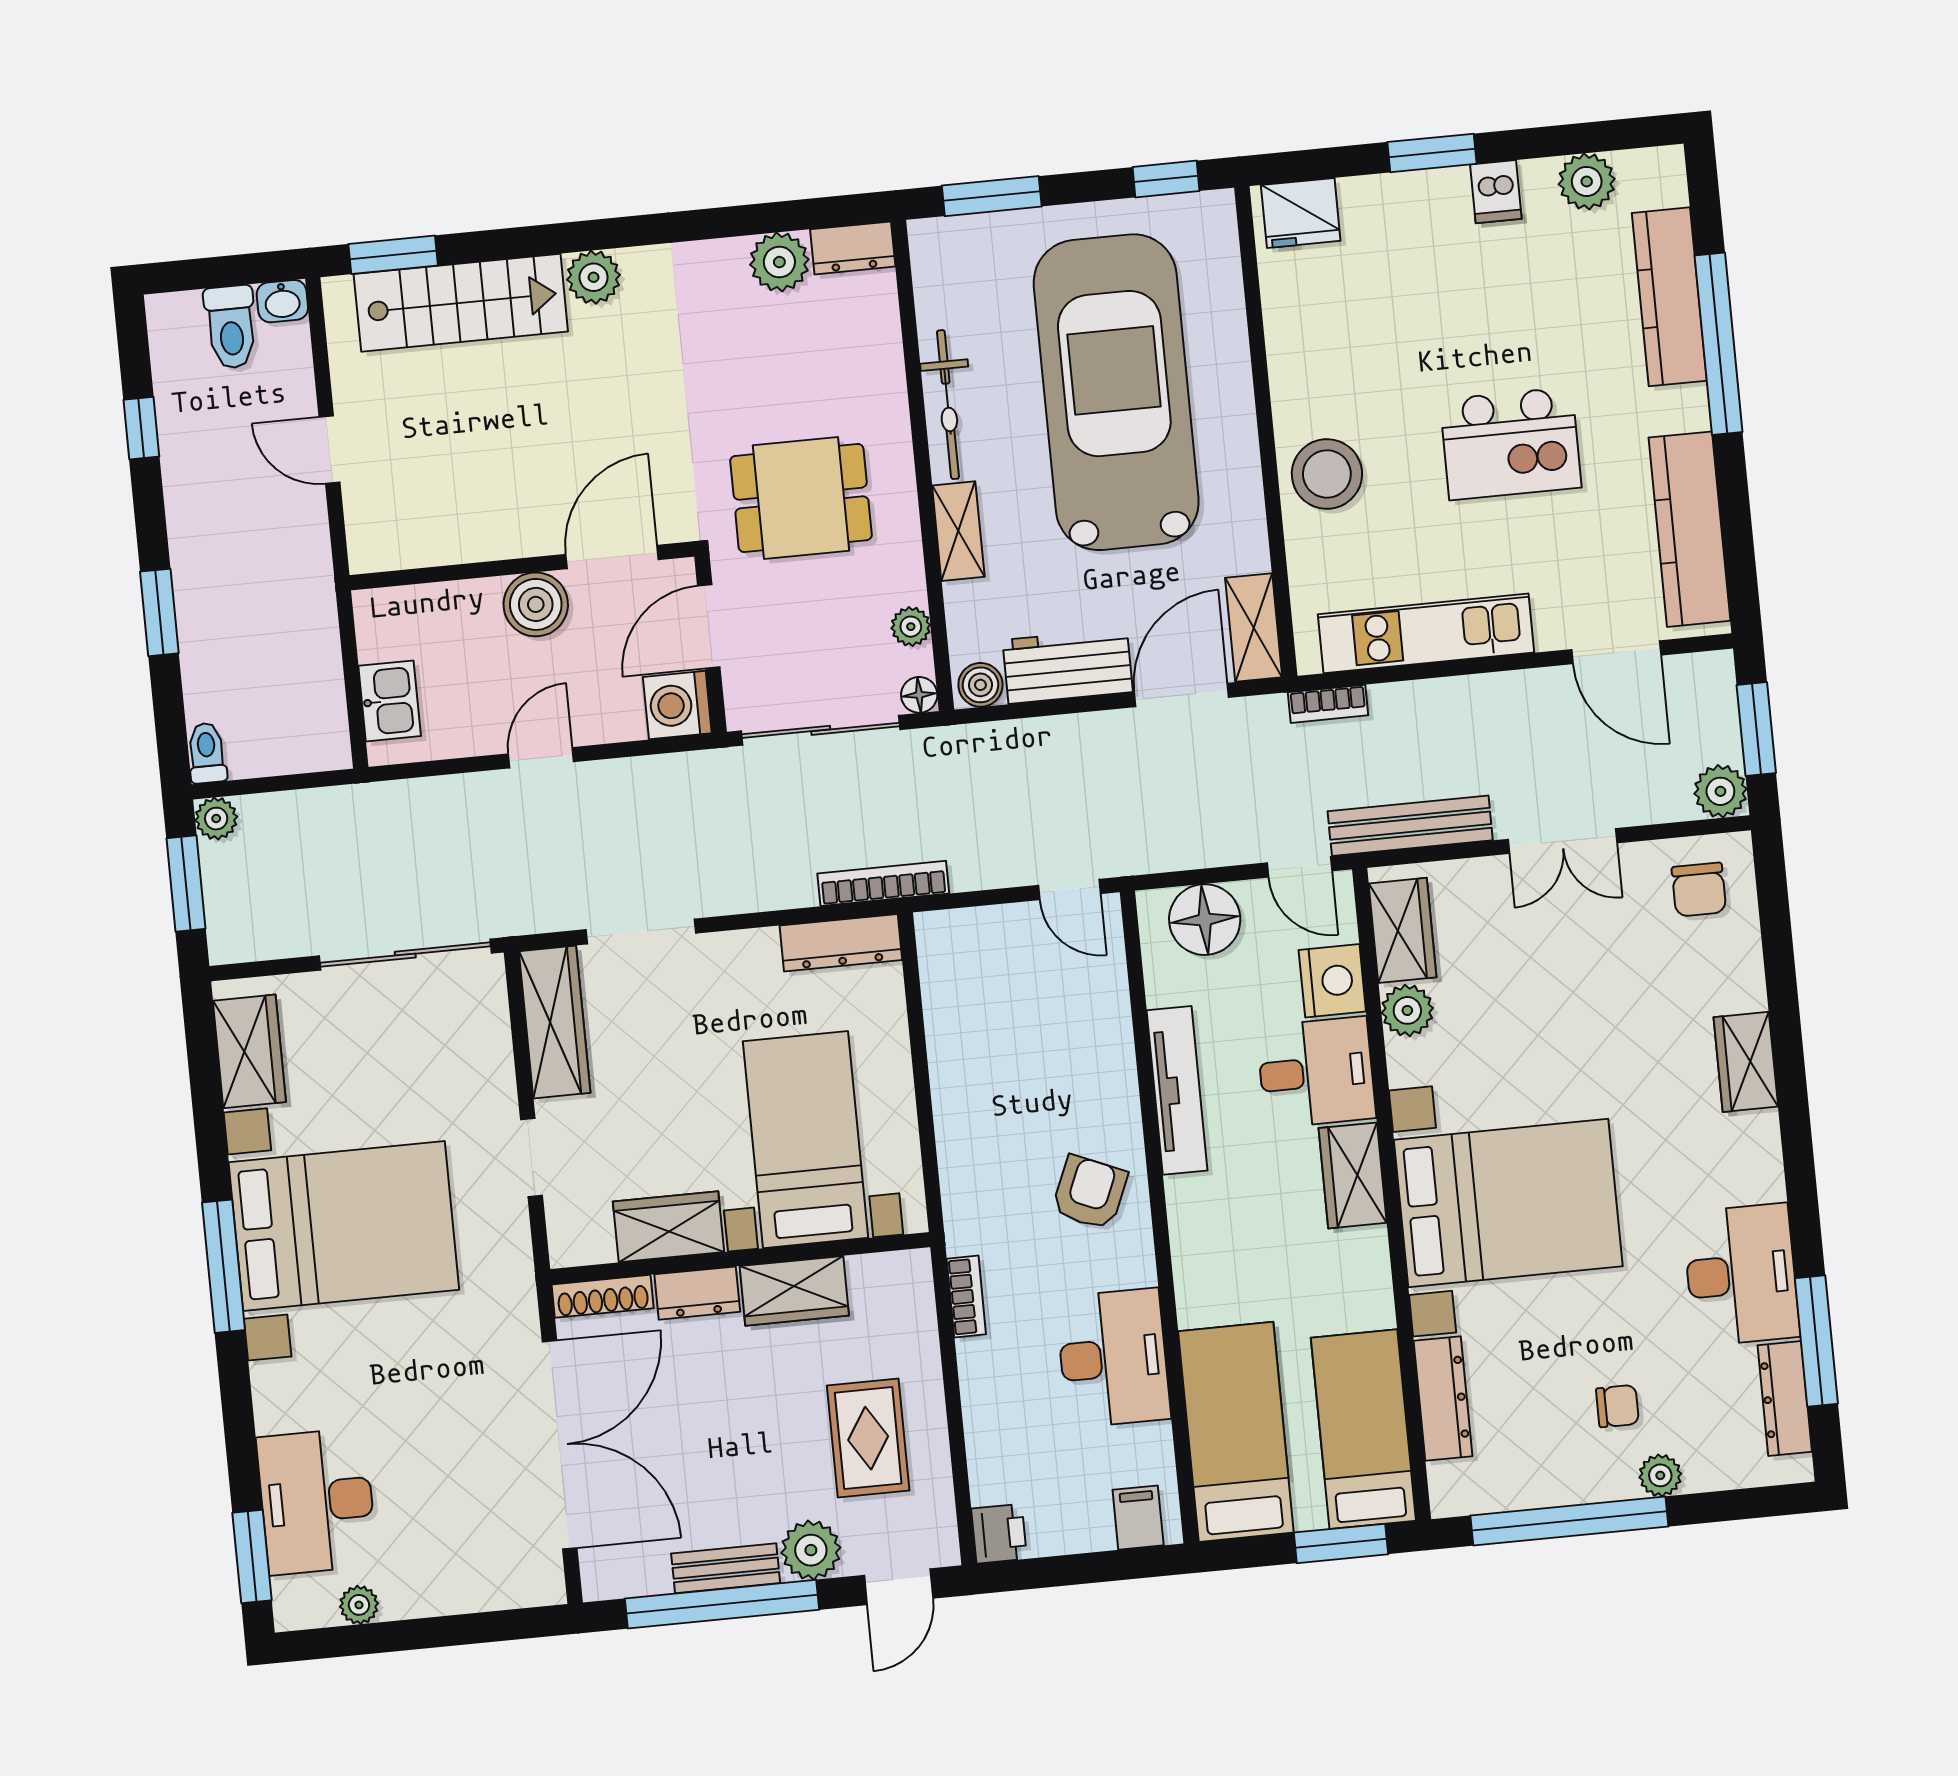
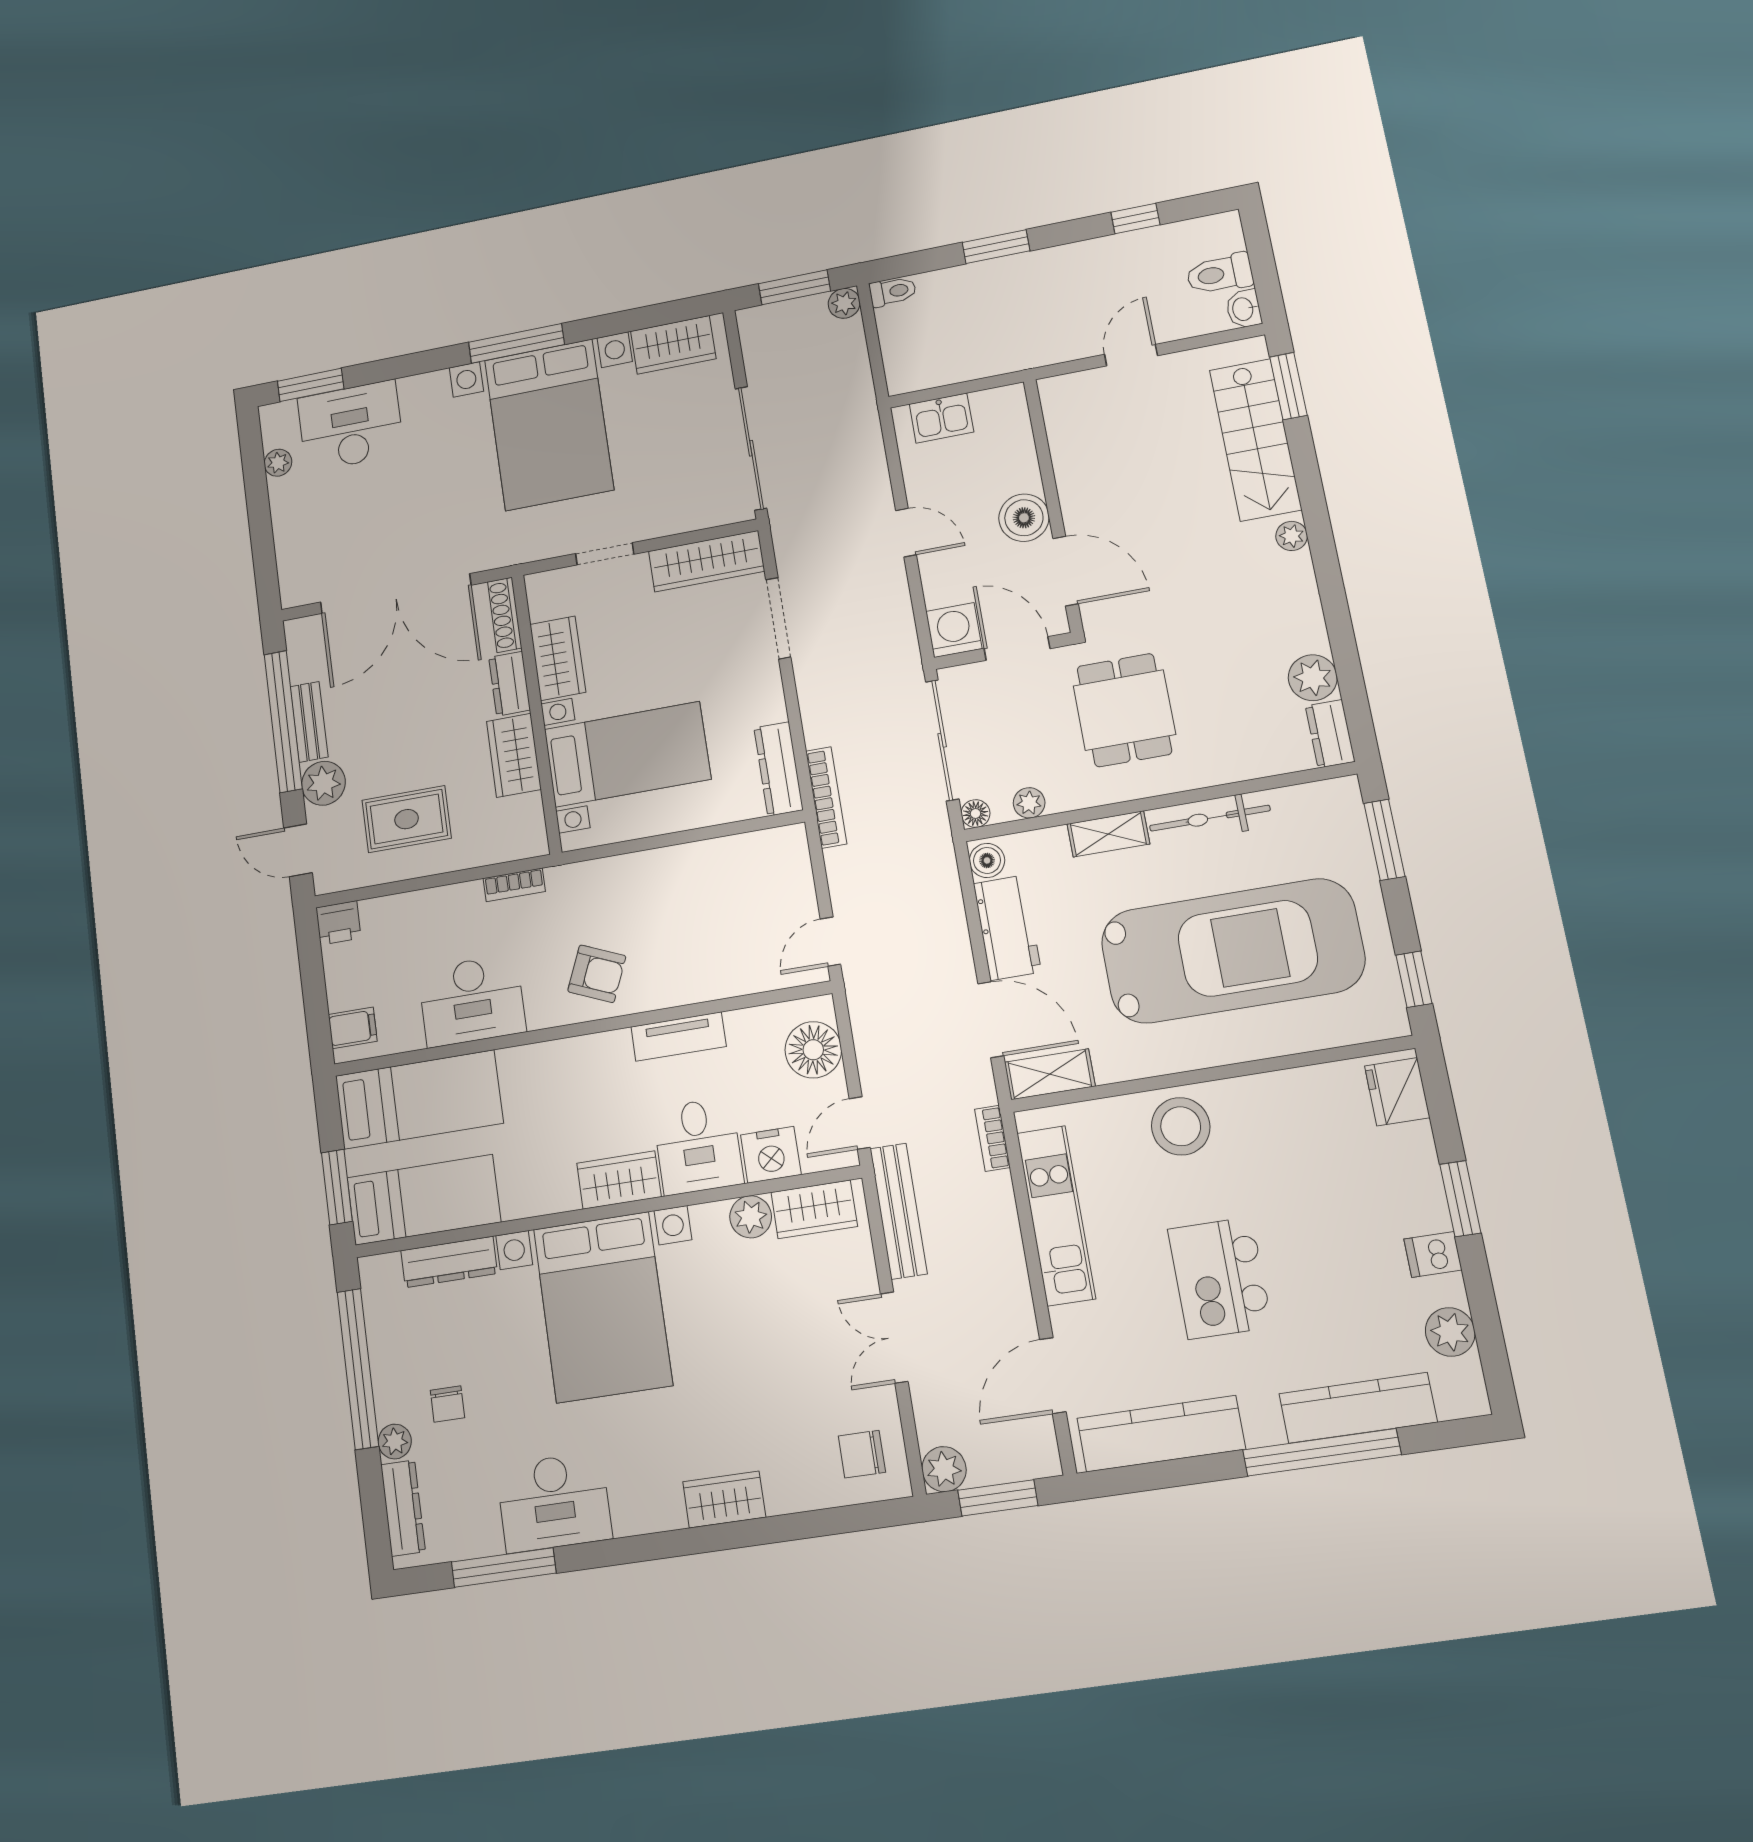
plant: (594, 277) -> (1292, 536), width x0.73, depth x0.73
tv unit: (1177, 1090) -> (678, 1037), width x0.71
dresser: (1785, 1399) -> (403, 1508), moved, turned 90

